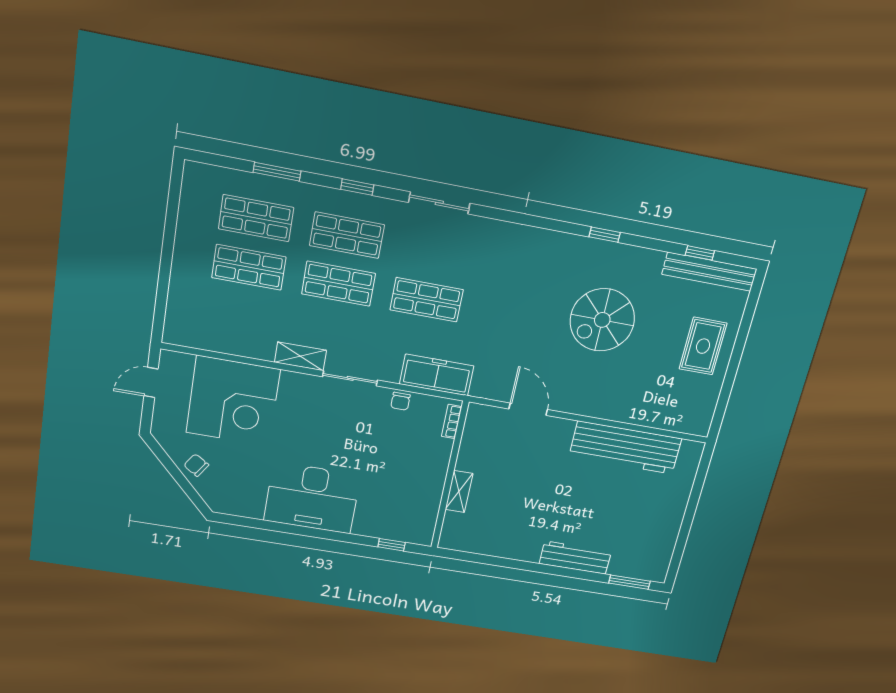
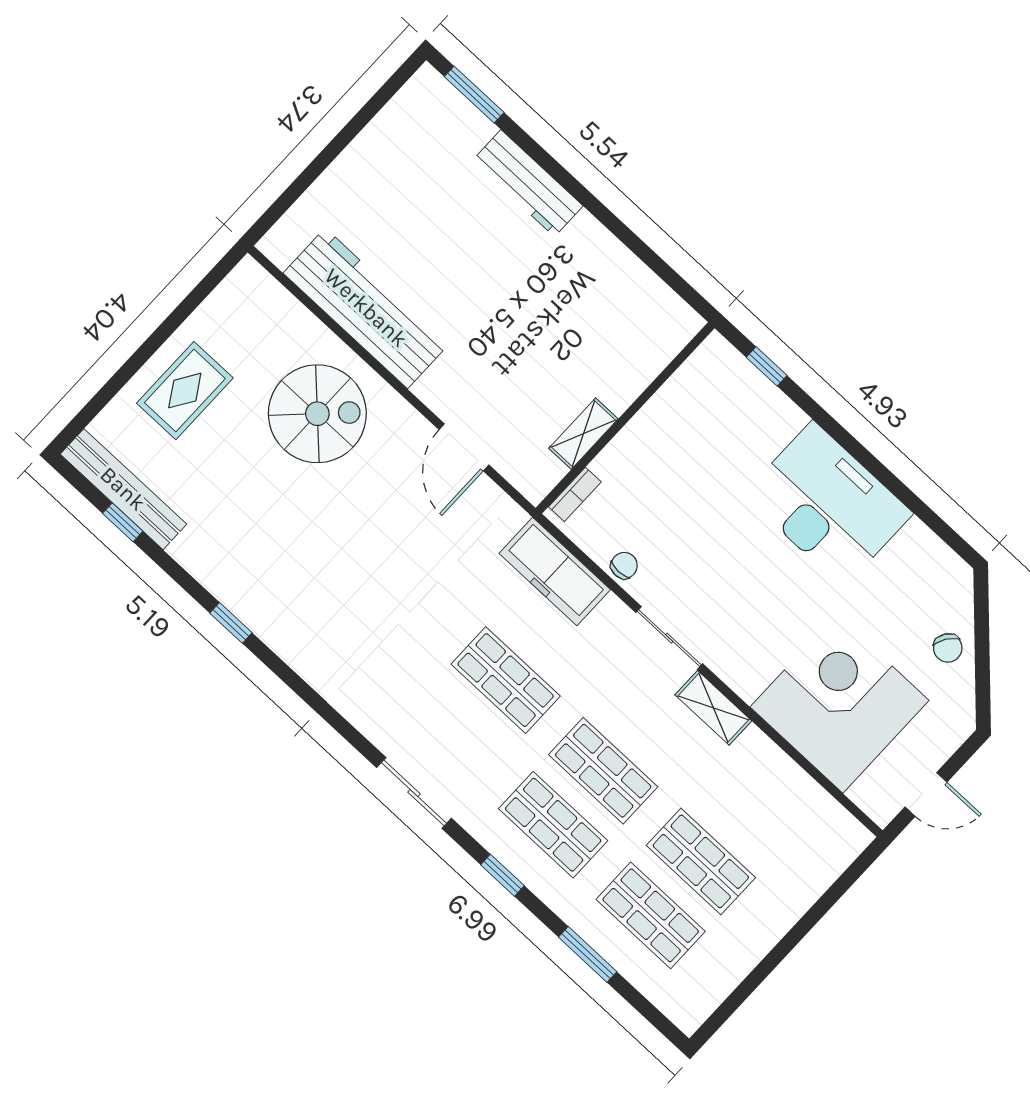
spiral stairs: (602, 320) -> (317, 414), moved
shelving: (459, 492) -> (583, 434), moved

